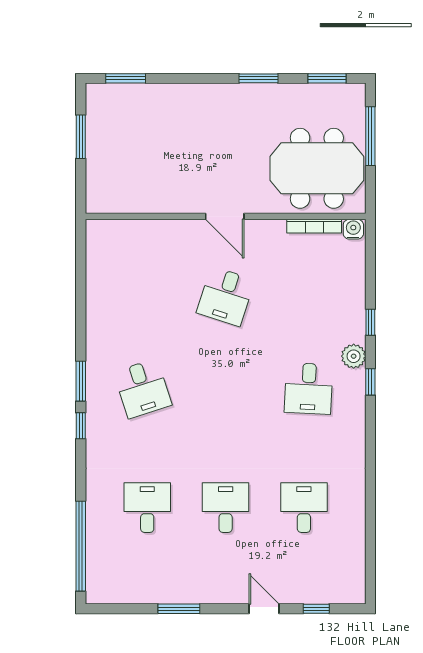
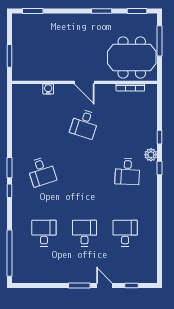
window: (81, 137) -> (10, 56), moved
water cooler: (353, 229) -> (48, 89), moved
window: (179, 609) -> (79, 285), moved

